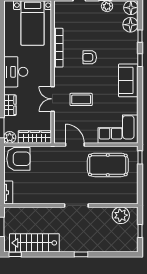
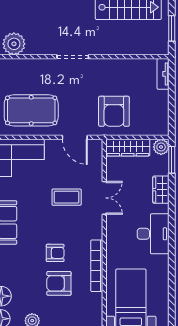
armchair: (87, 34) -> (59, 283), added
armchair: (18, 159) -> (114, 111), moved, turned -90

